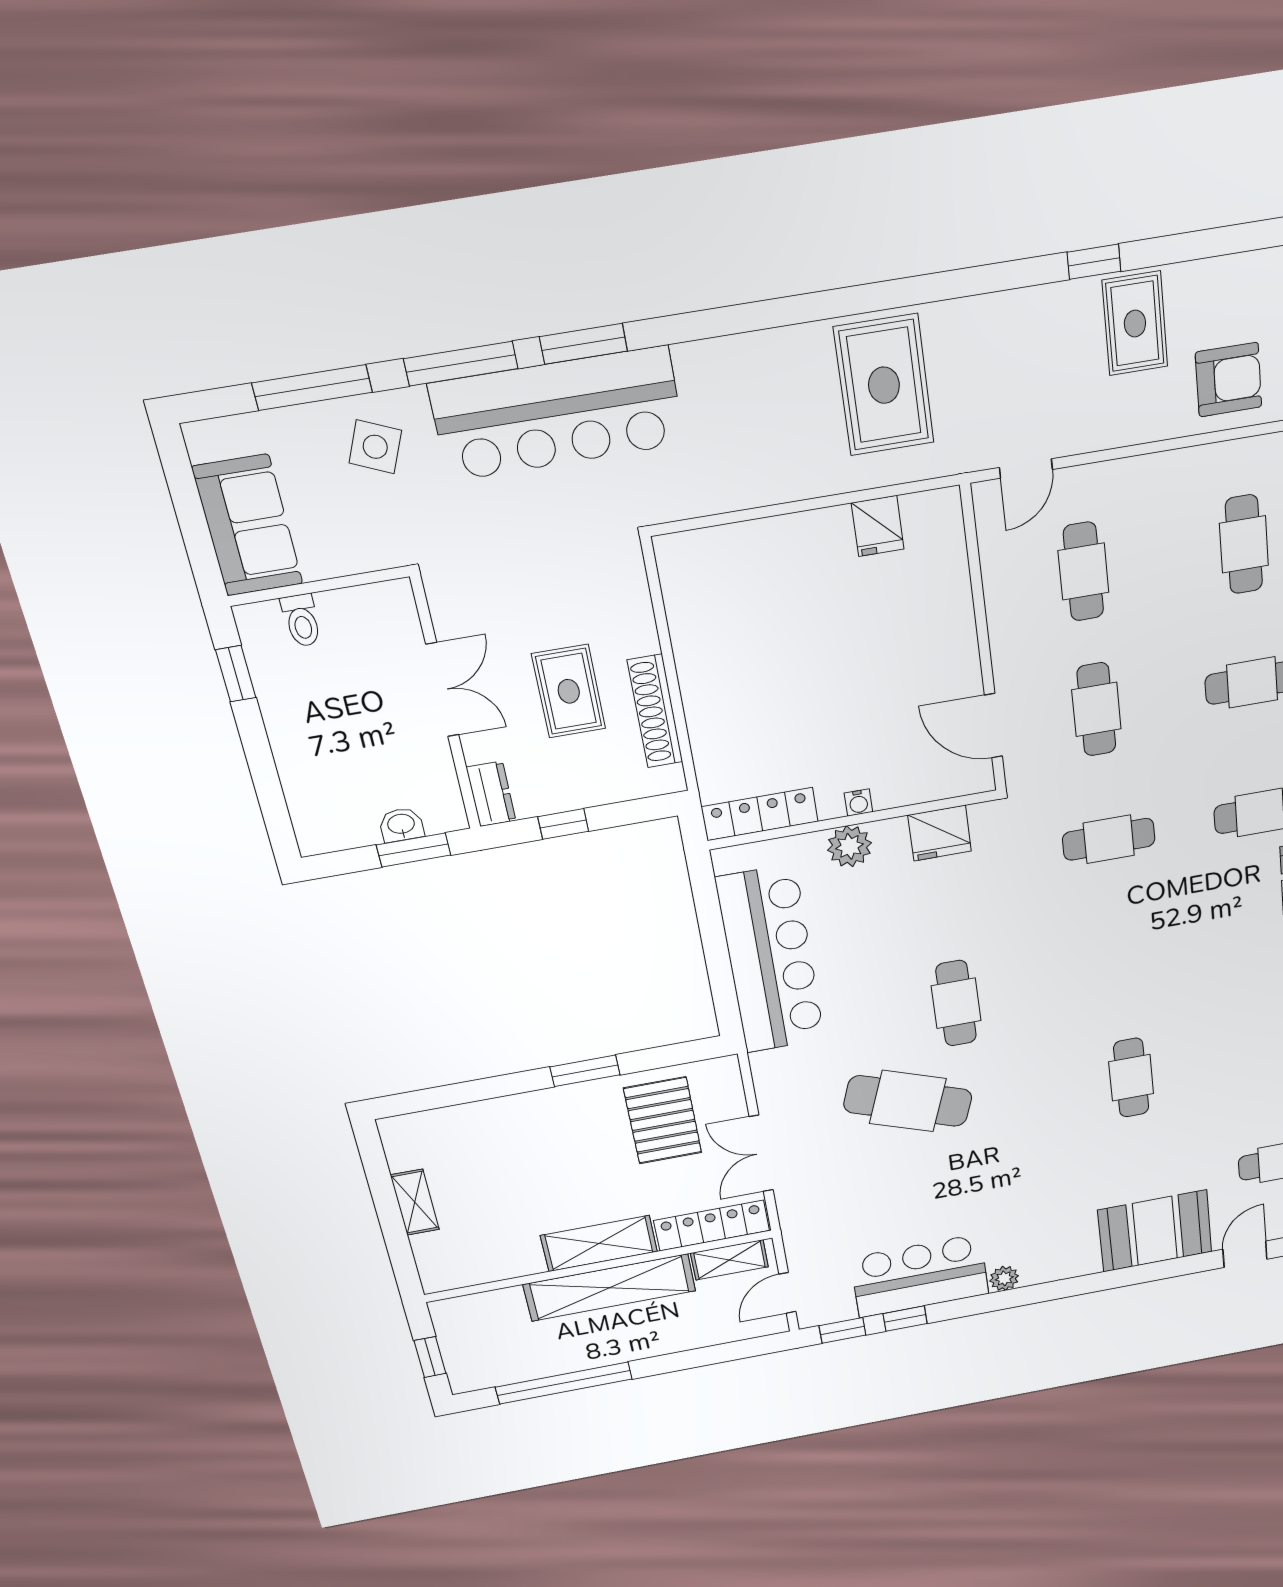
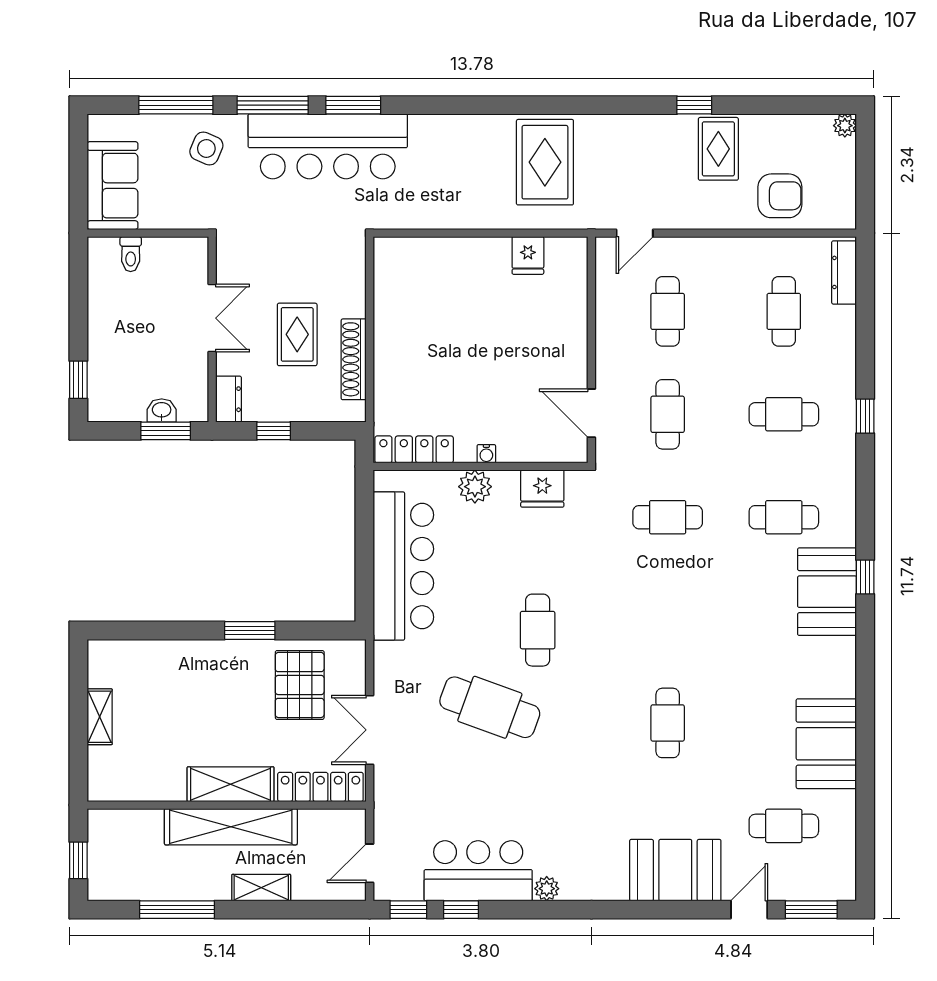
window: (236, 674) -> (78, 380), moved
shelving: (729, 1260) -> (261, 888), moved
window: (564, 1383) -> (177, 910), width x0.68

